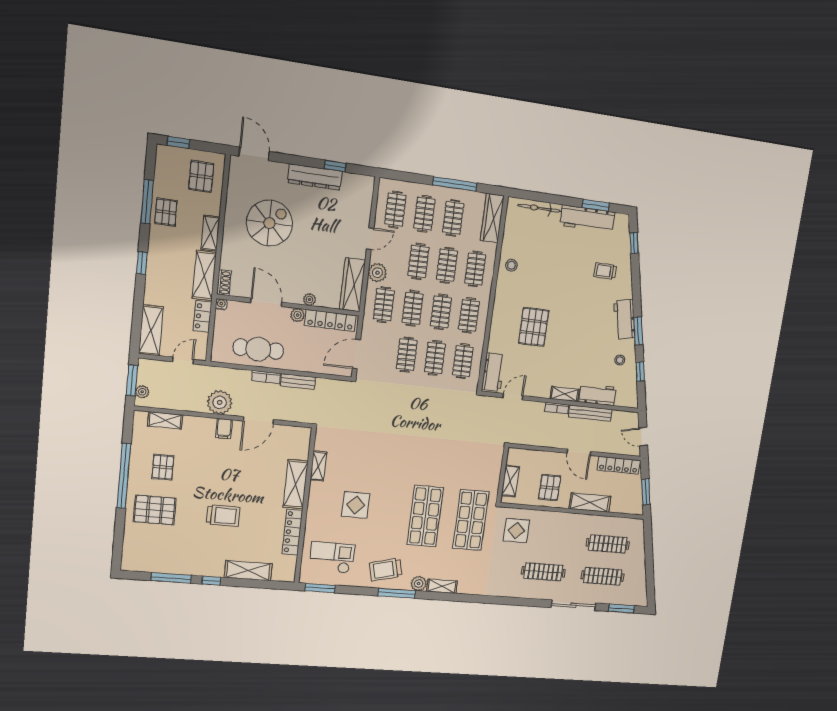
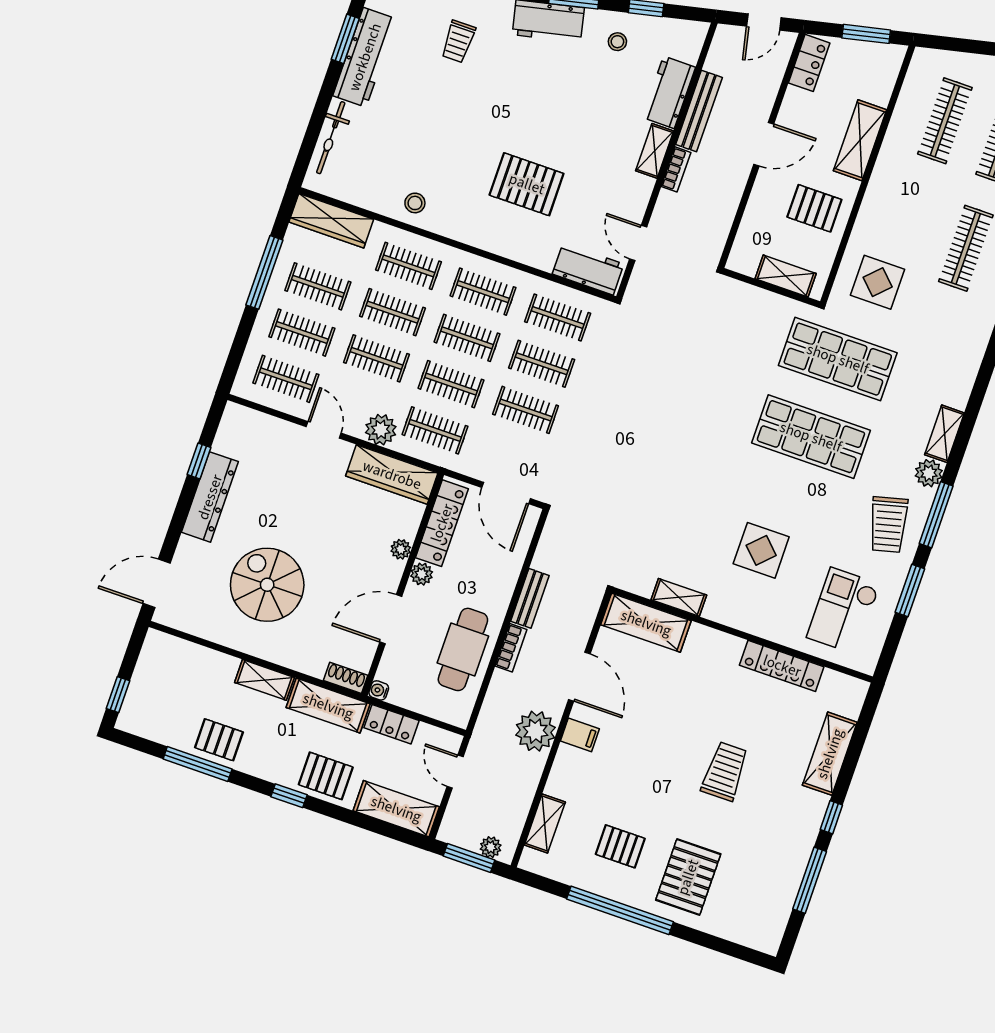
pallet: (201, 176) -> (326, 776), moved
locker: (619, 465) -> (809, 63), width x0.66
shelving: (296, 484) -> (646, 623), moved
window: (320, 588) -> (910, 590), moved

